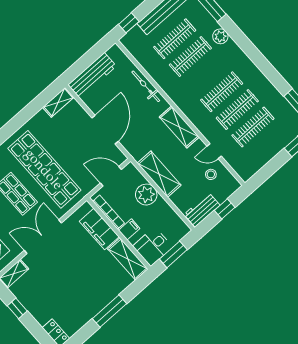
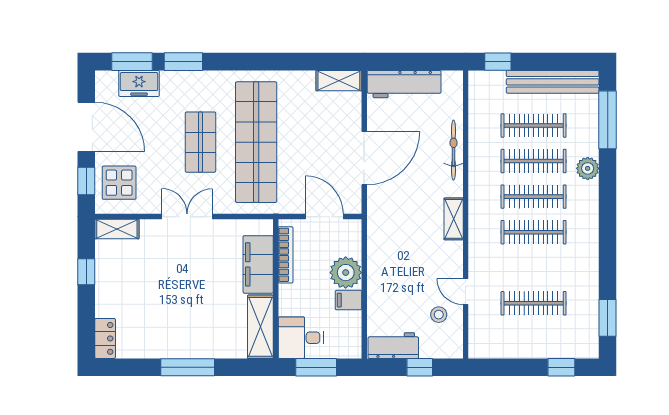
clothes rail: (237, 109) -> (534, 197), moved
shelving: (179, 127) -> (454, 219), width x0.67, depth x0.75
shelving: (159, 174) -> (381, 263), removed
filing cabinet: (129, 229) -> (348, 300), moved, turned 180
double door: (43, 237) -> (187, 217), width x0.73

